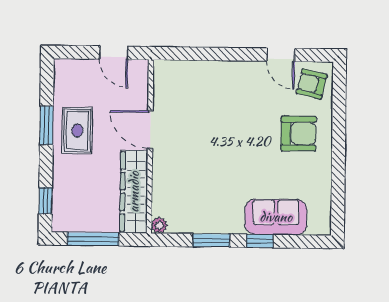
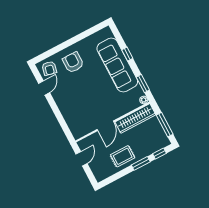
window: (46, 125) -> (141, 163), moved
sofa: (276, 217) -> (117, 65), width x1.85, depth x1.27
window: (211, 240) -> (143, 84), moved

